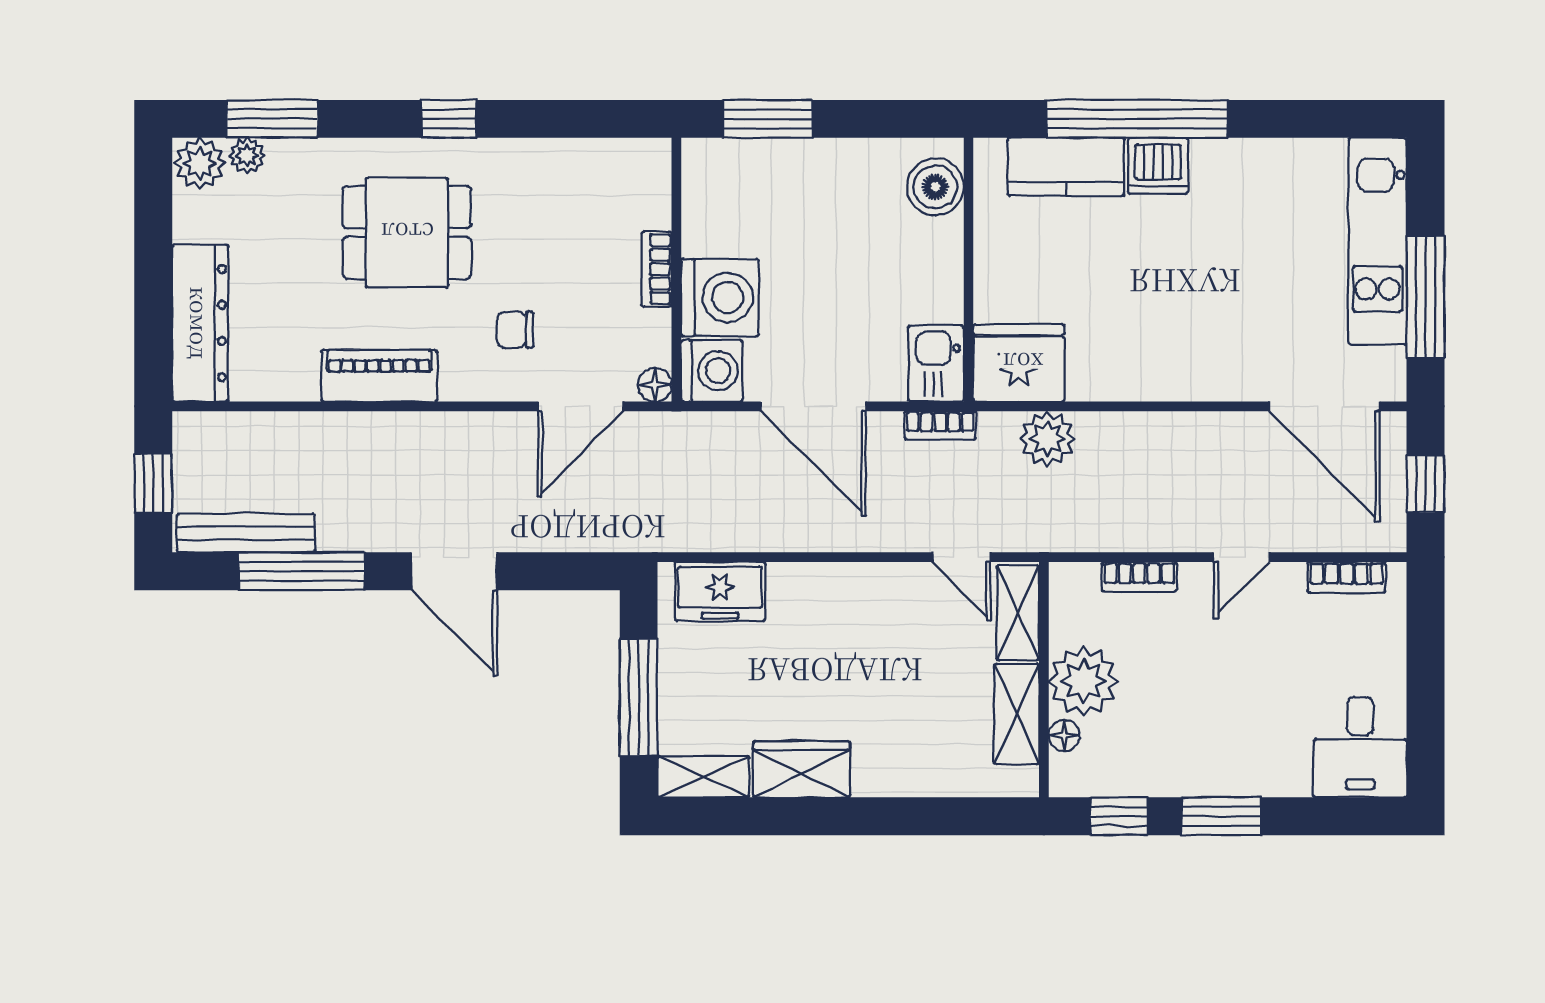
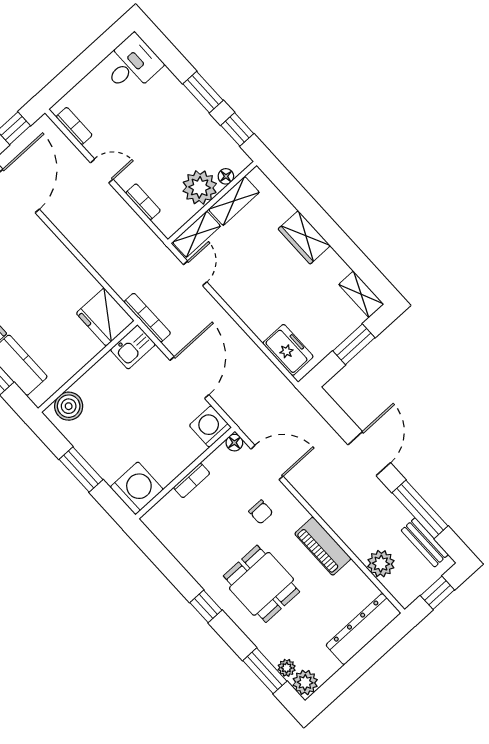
window: (768, 119) -> (81, 469), moved
washing machine: (720, 297) -> (137, 488), moved, turned 90
bookcase: (940, 425) -> (147, 318), width x1.56
plant: (1048, 439) -> (381, 564), moved
bench: (246, 533) -> (425, 542), width x0.73
window: (639, 697) -> (354, 344), width x0.69
wardrobe: (801, 769) -> (304, 237), moved

